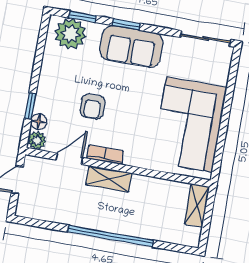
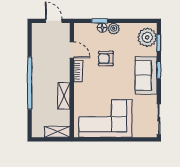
floor lamp: (39, 122) -> (102, 28), moved
plant: (37, 140) -> (114, 28), moved
shelving: (109, 179) -> (64, 96), moved

